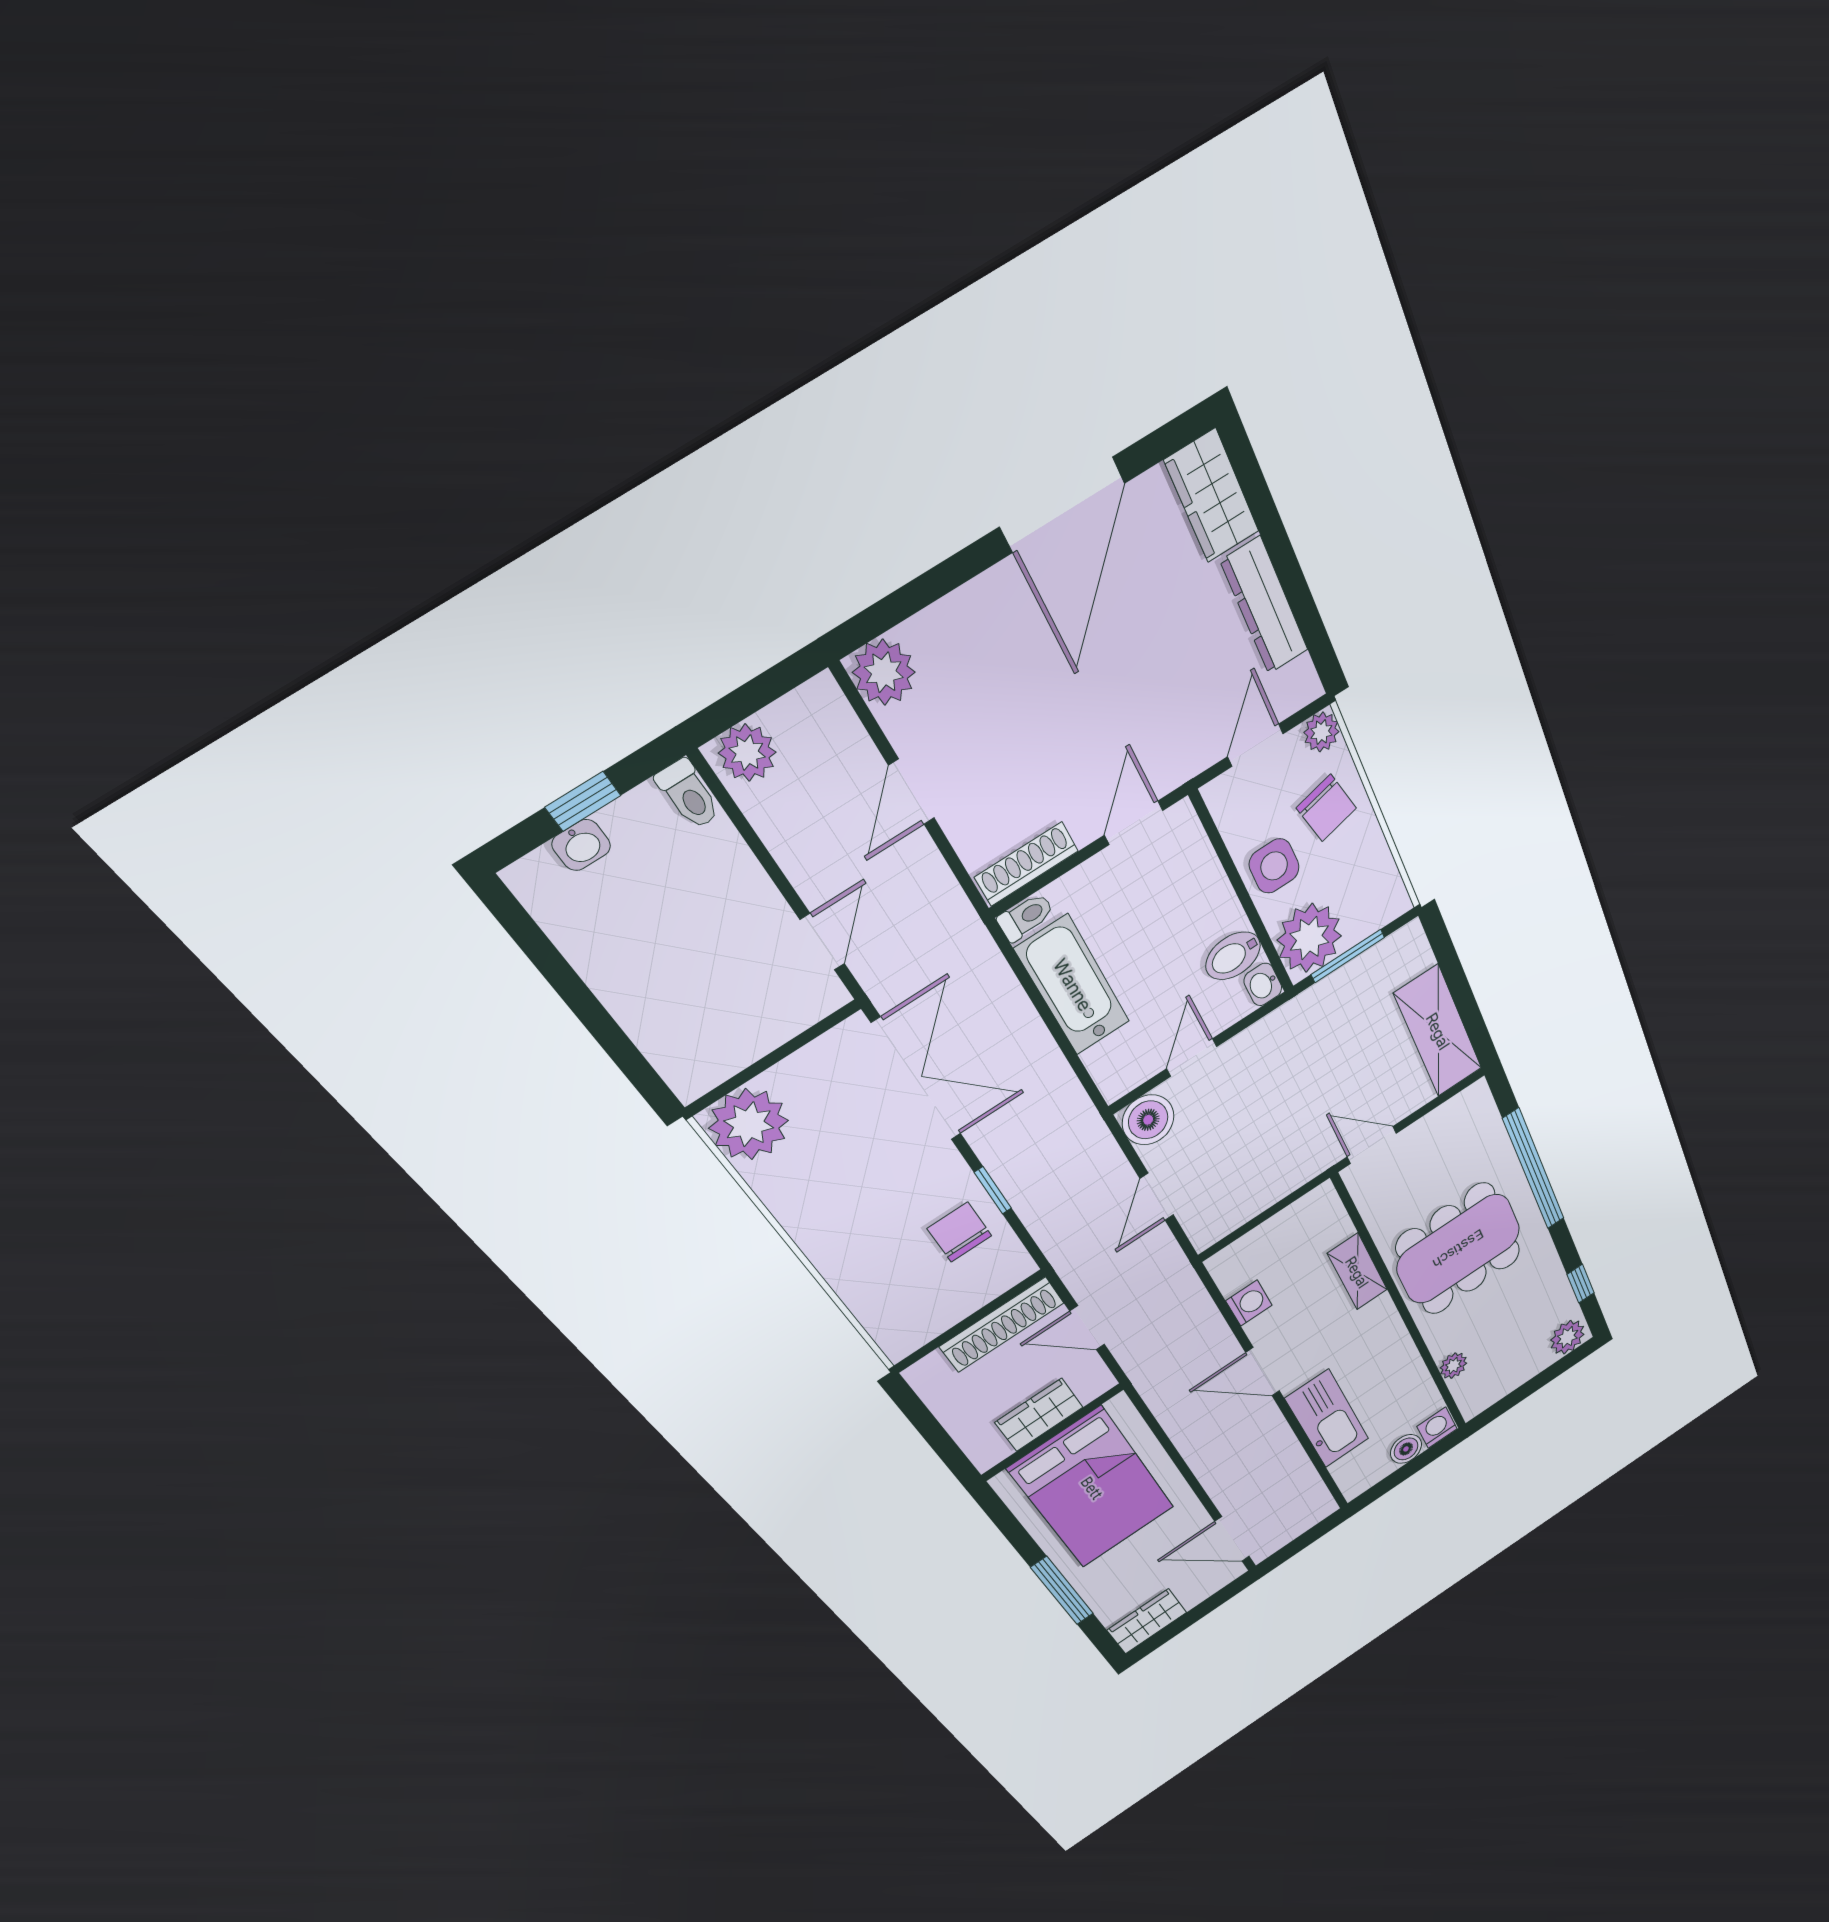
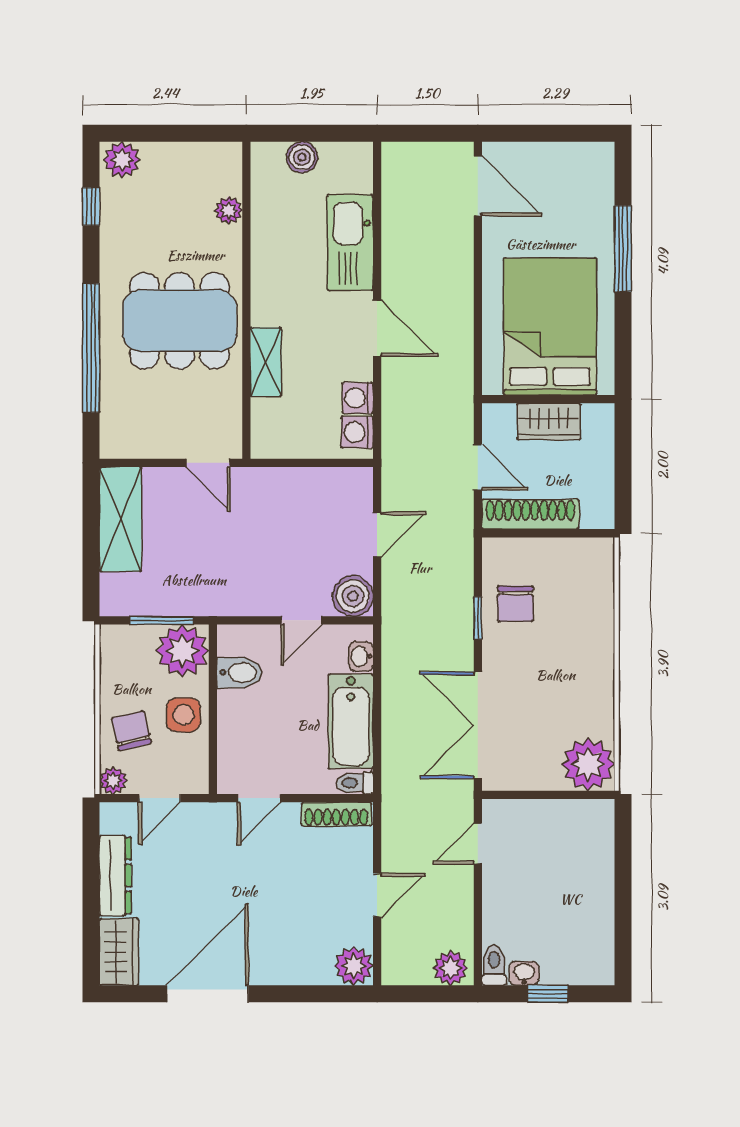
washbasin: (581, 845) -> (524, 973), moved
washbasin: (1263, 984) -> (361, 656), moved, turned 180
washing machine: (1437, 1428) -> (357, 432), moved, turned 90
wardrobe: (1147, 1621) -> (582, 161), removed

